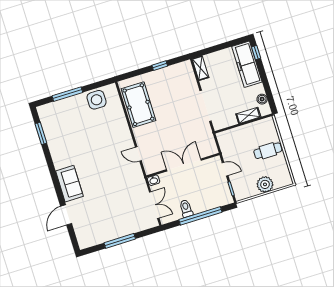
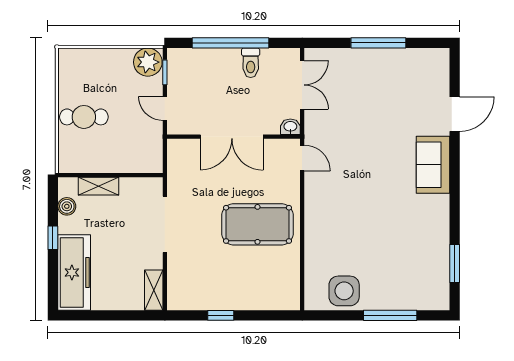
window: (256, 53) -> (53, 238), moved
pool table: (138, 105) -> (257, 224), moved, turned 90
door: (138, 154) -> (302, 158), moved
plant: (265, 184) -> (148, 62), moved
double door: (154, 205) -> (302, 85), swing flipped

